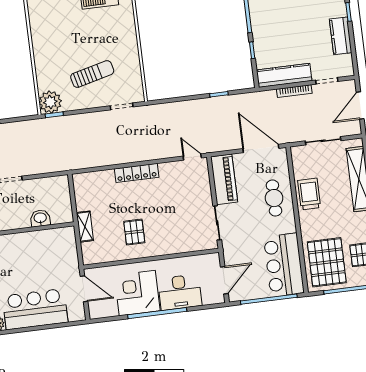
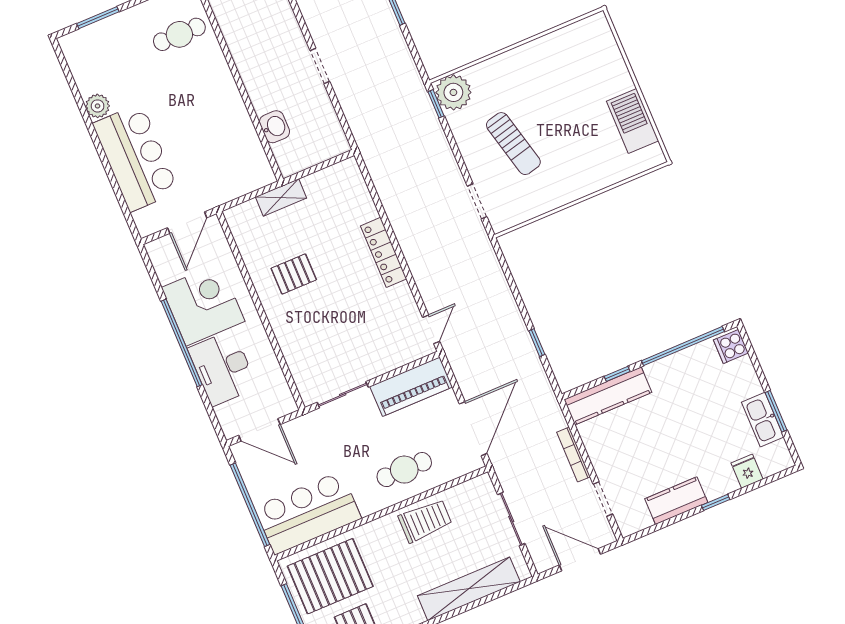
kitchen counter: (284, 75) -> (608, 396), moved, turned 90

